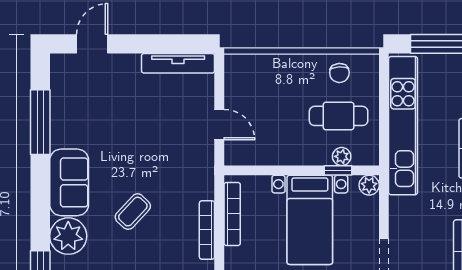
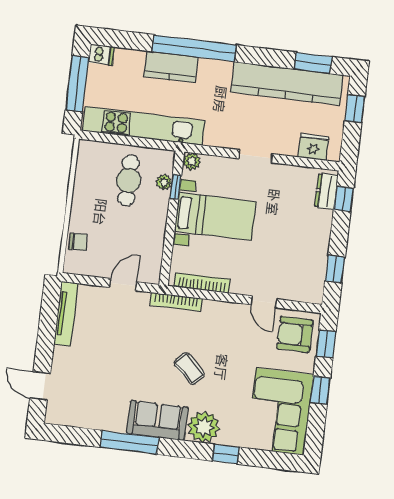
chair: (339, 73) -> (78, 242), moved
window: (40, 122) -> (130, 442), moved
bookcase: (207, 230) -> (176, 302), moved

